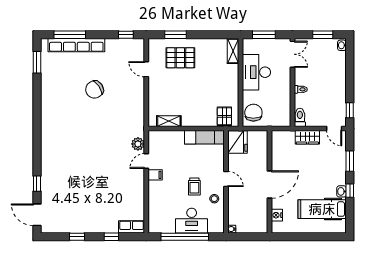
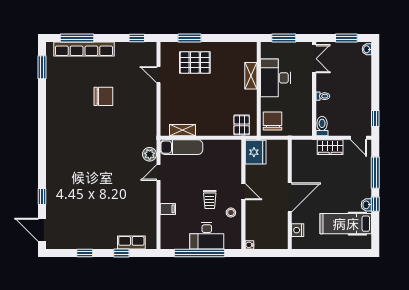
shelving: (233, 51) -> (251, 76), moved
chair: (95, 90) -> (103, 96), turned -146
exam couch: (204, 137) -> (181, 147), moved
window: (350, 161) -> (375, 173), width x1.44
filing cabinet: (155, 175) -> (168, 209), moved
row of seats: (131, 227) -> (131, 243), moved

